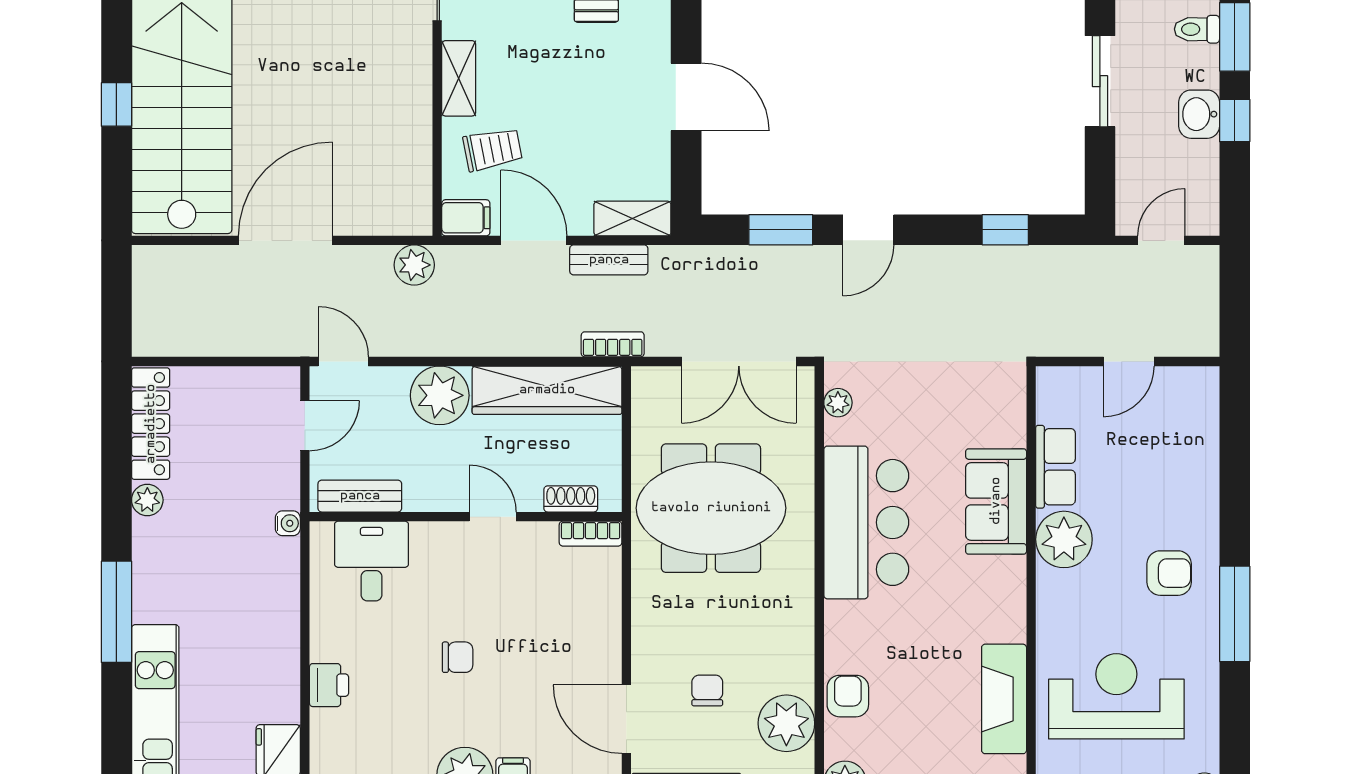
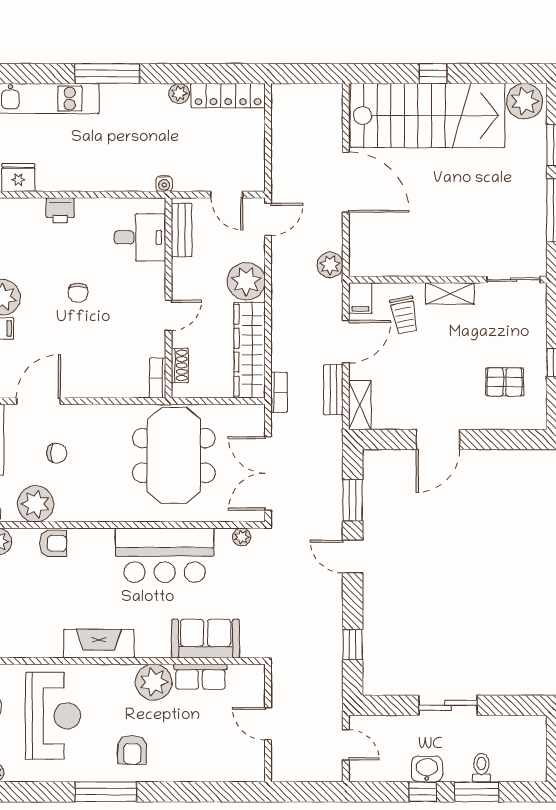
sofa: (996, 501) -> (206, 639), moved
fireplace: (1004, 699) -> (99, 644), moved

